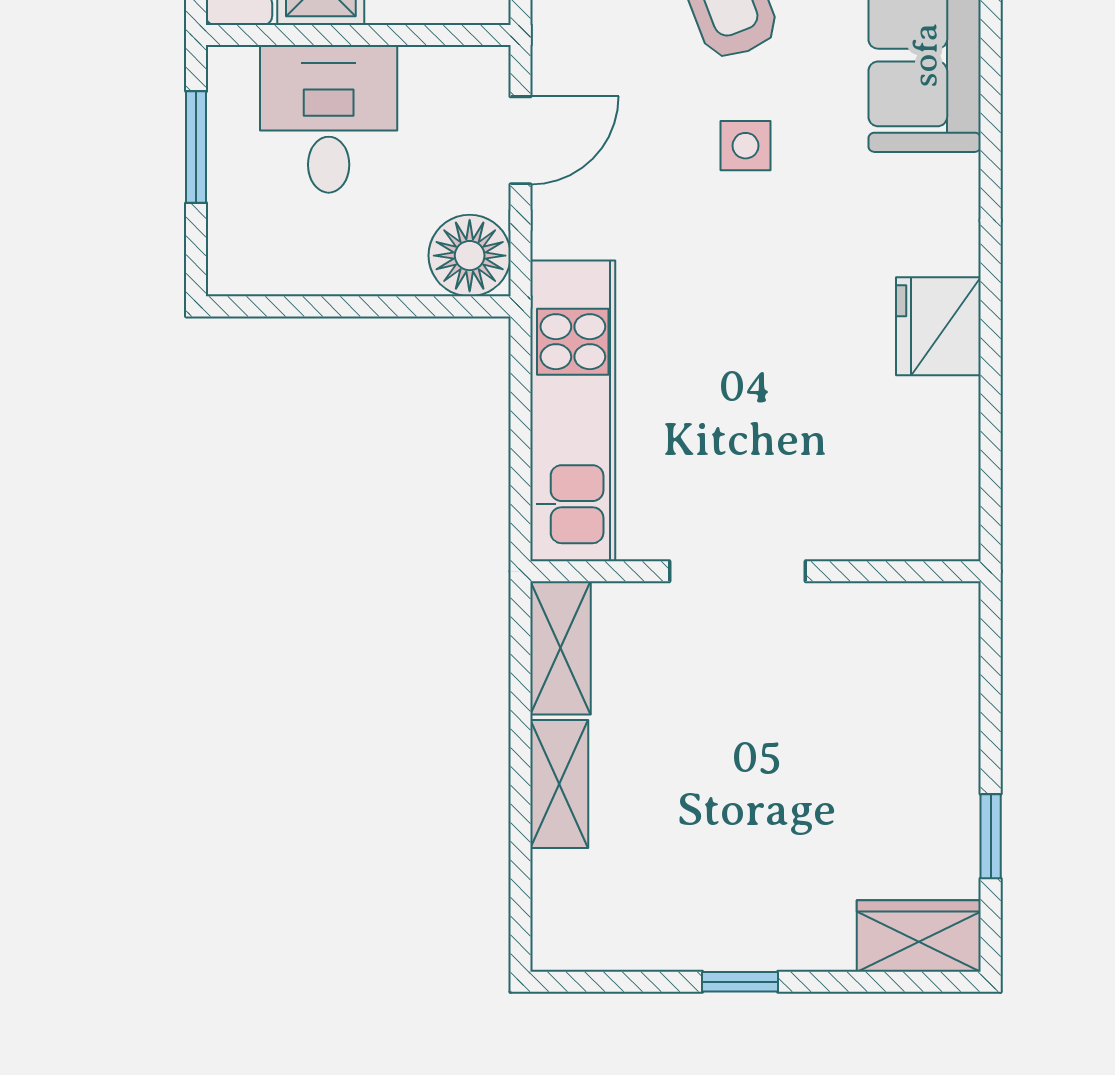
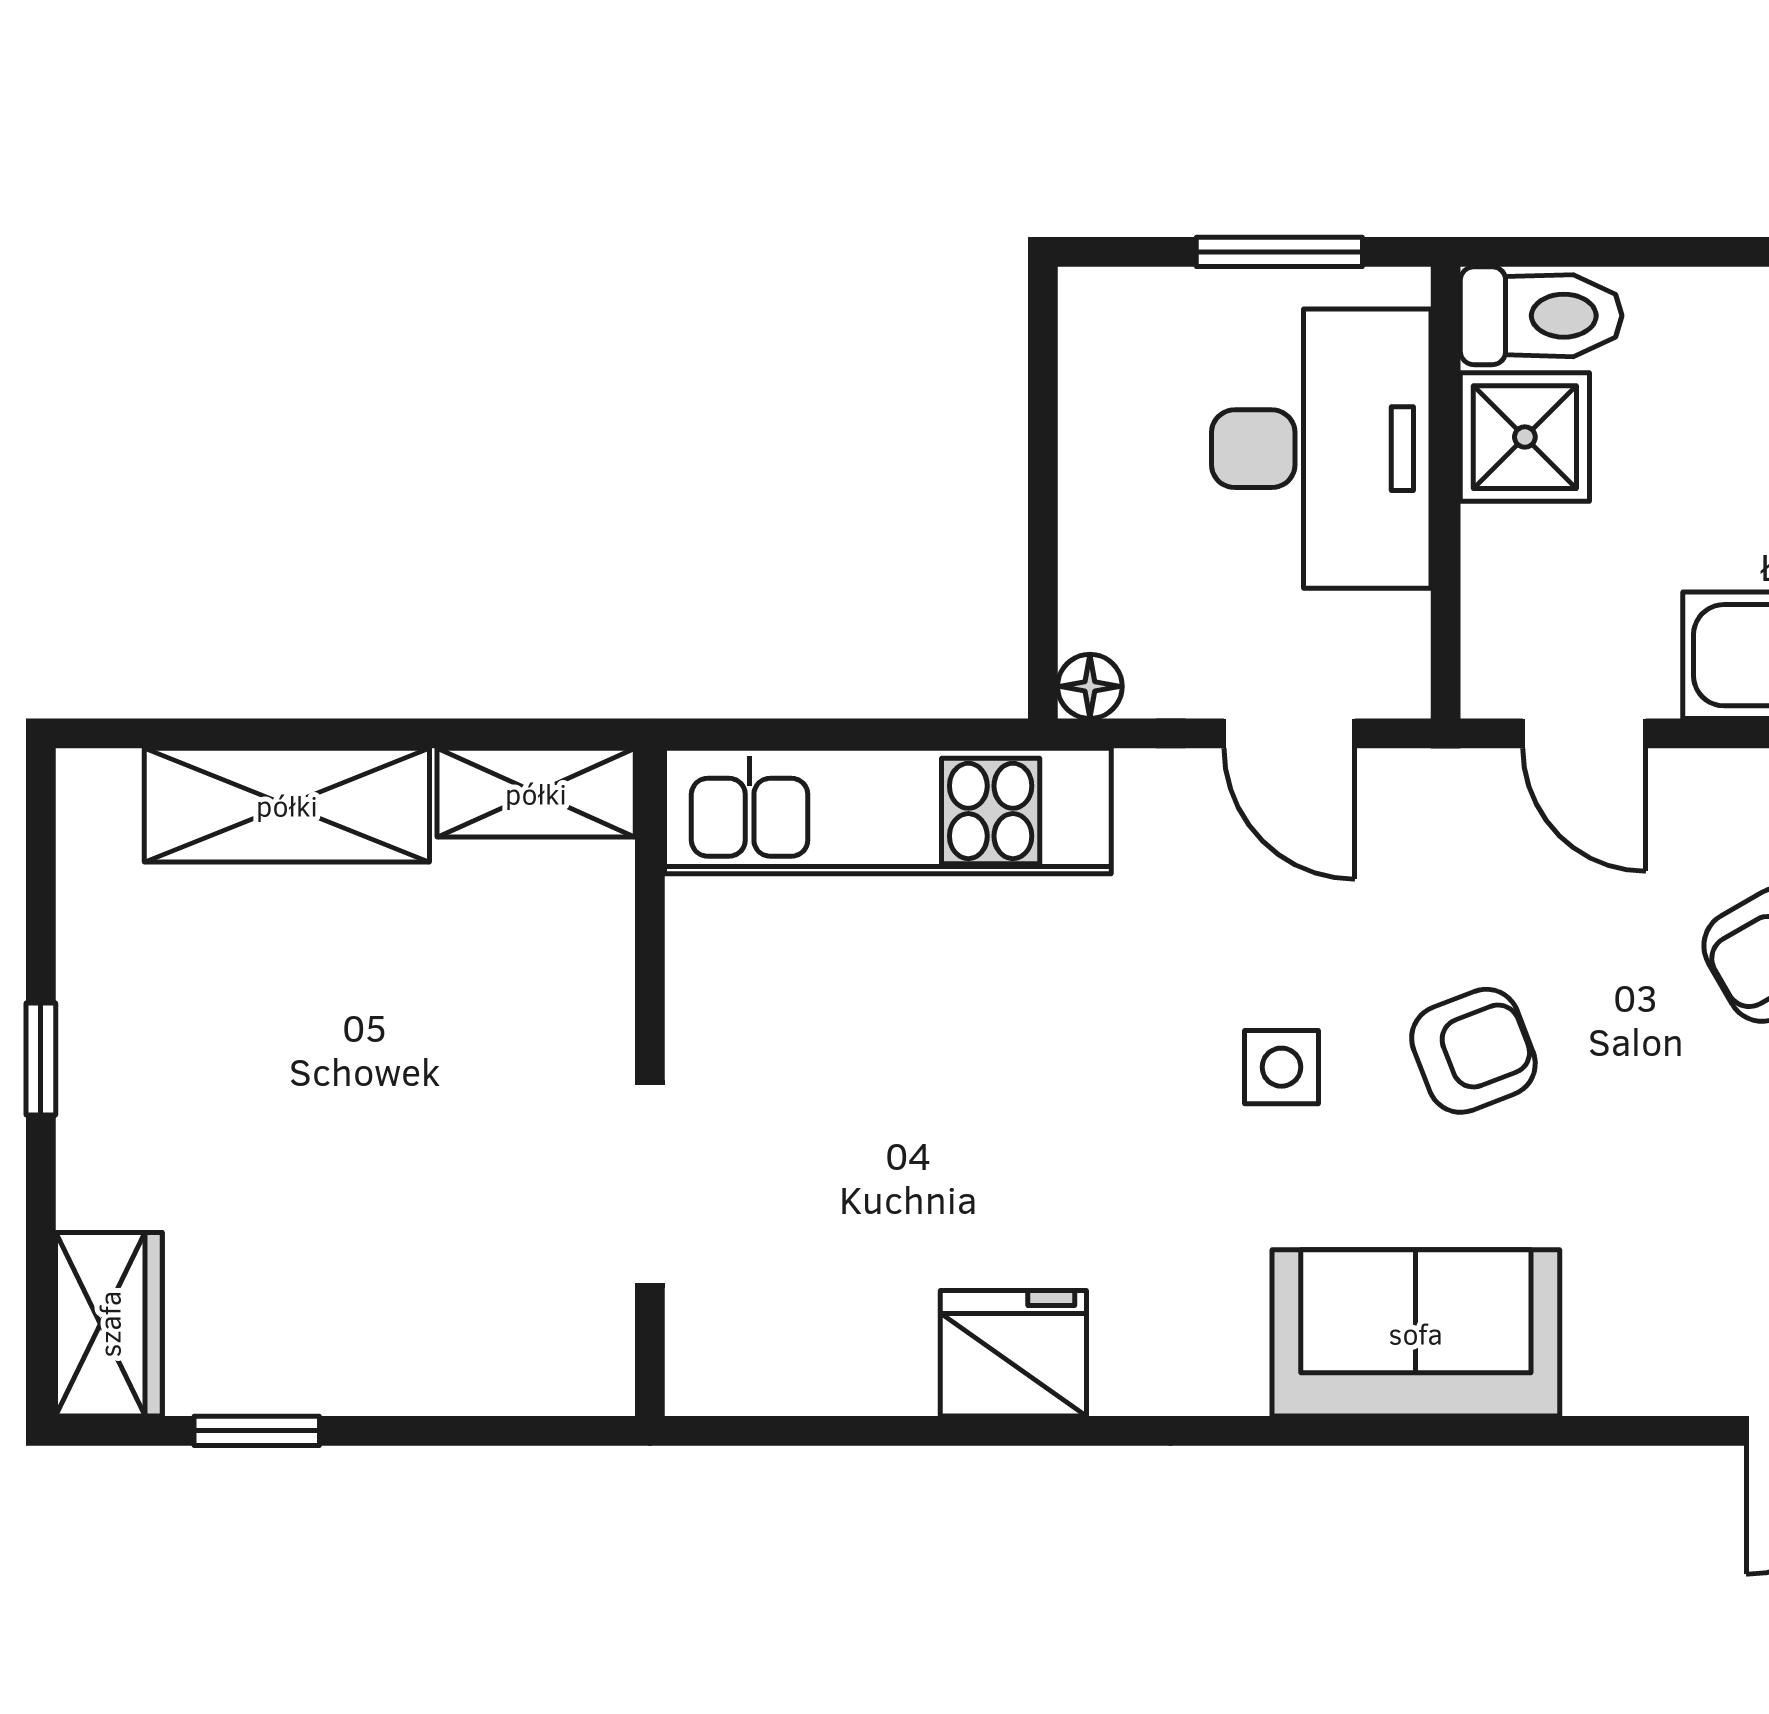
desk: (329, 119) -> (1321, 449), width x1.37
floor lamp: (470, 256) -> (1090, 686), width x0.53, depth x0.53
doorway: (737, 571) -> (650, 1184), moved
shelving: (559, 784) -> (287, 805), width x1.50, depth x1.33

